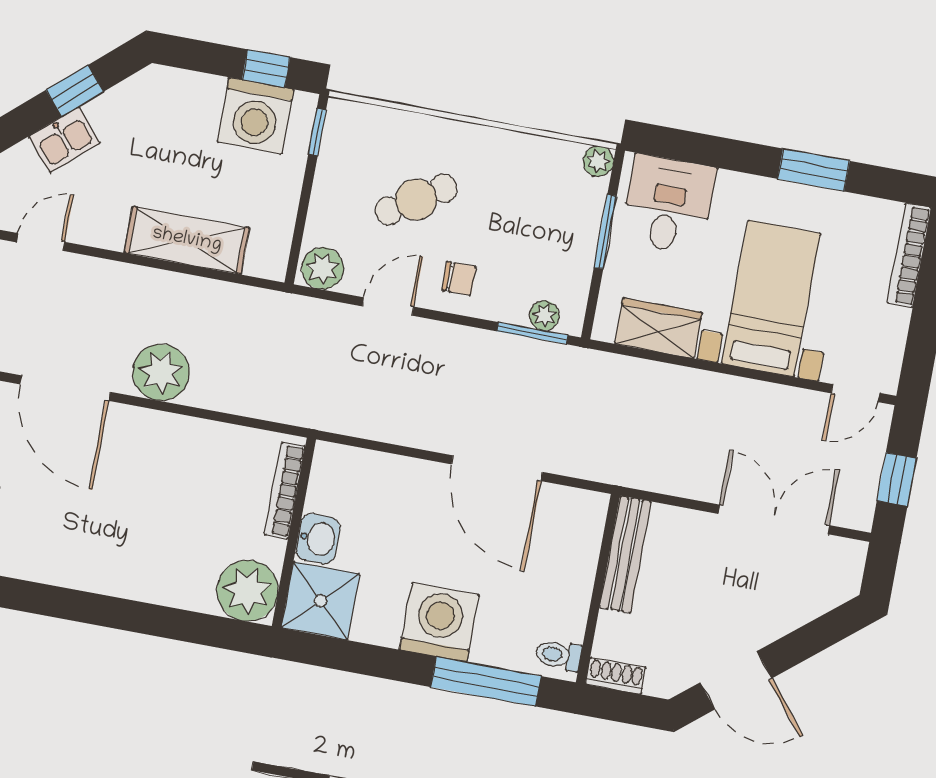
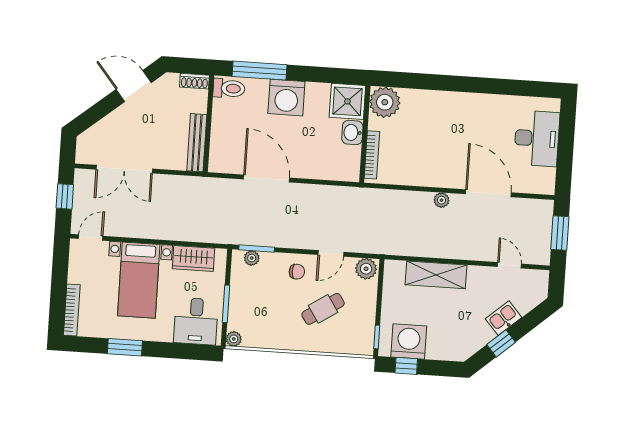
door: (41, 242) -> (509, 265), swing flipped
chair: (459, 278) -> (297, 272), turned 180
plant: (161, 372) -> (442, 200), width x0.53, depth x0.53
toilet: (558, 655) -> (229, 88), width x1.37, depth x1.39

